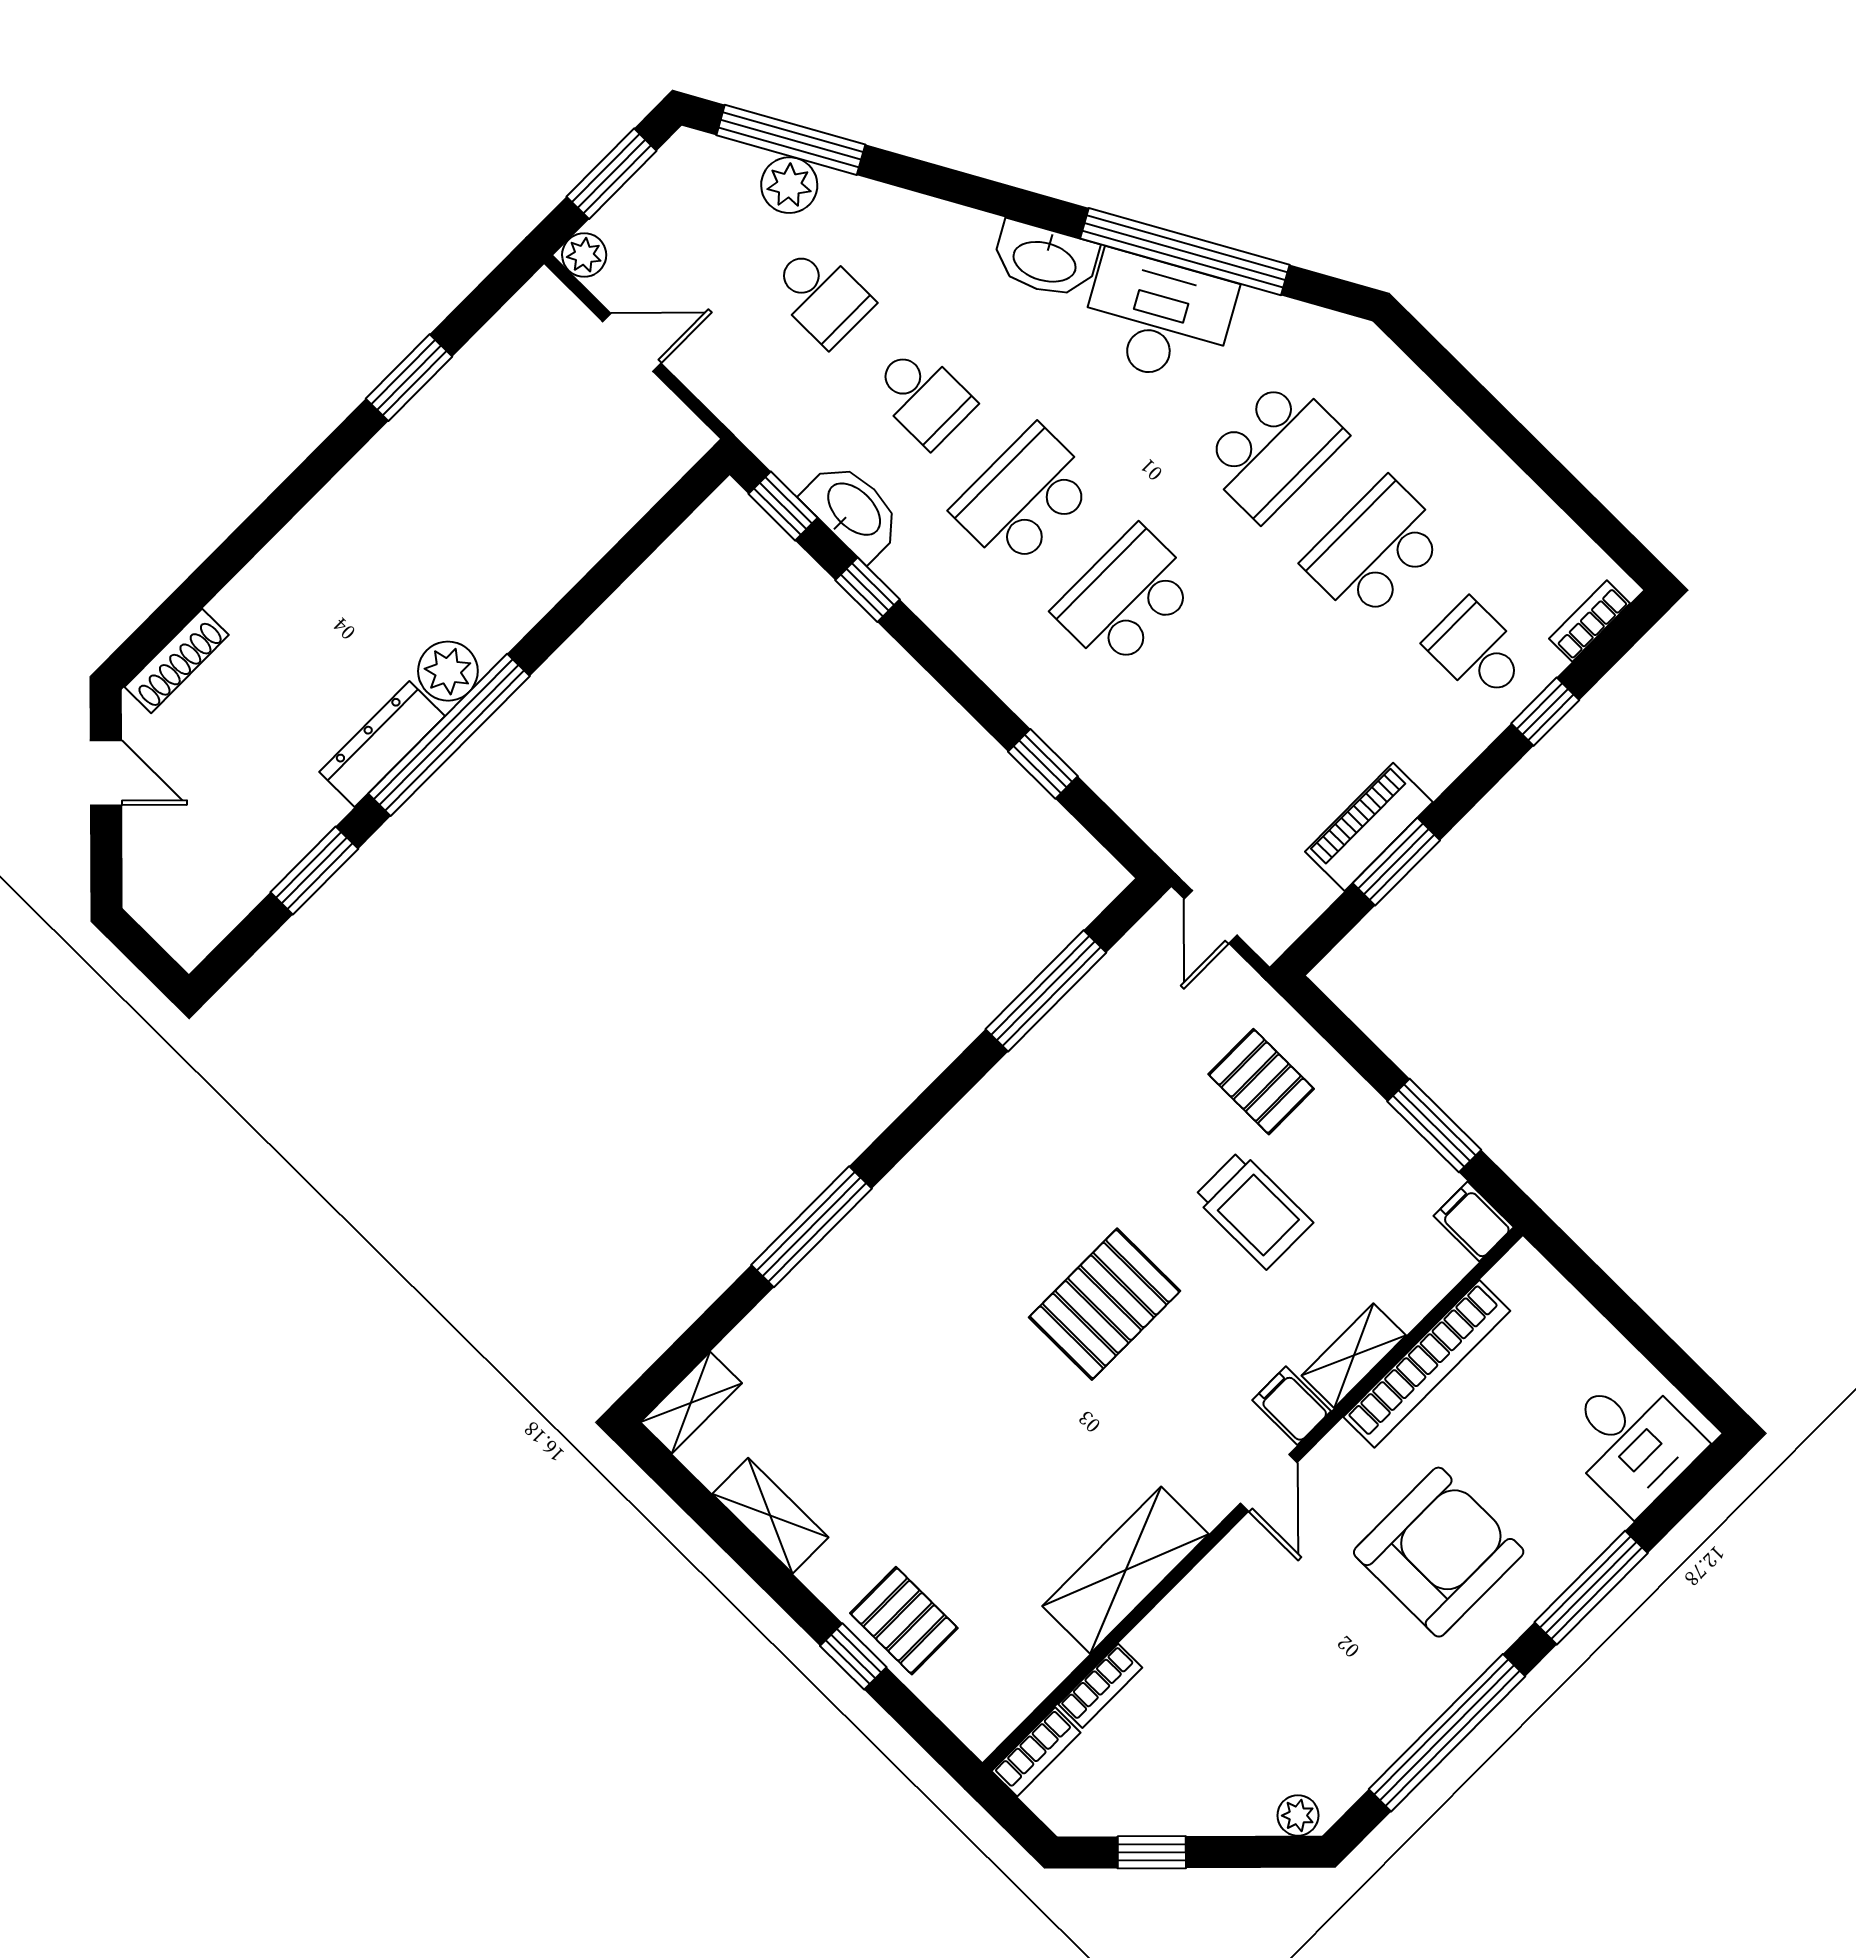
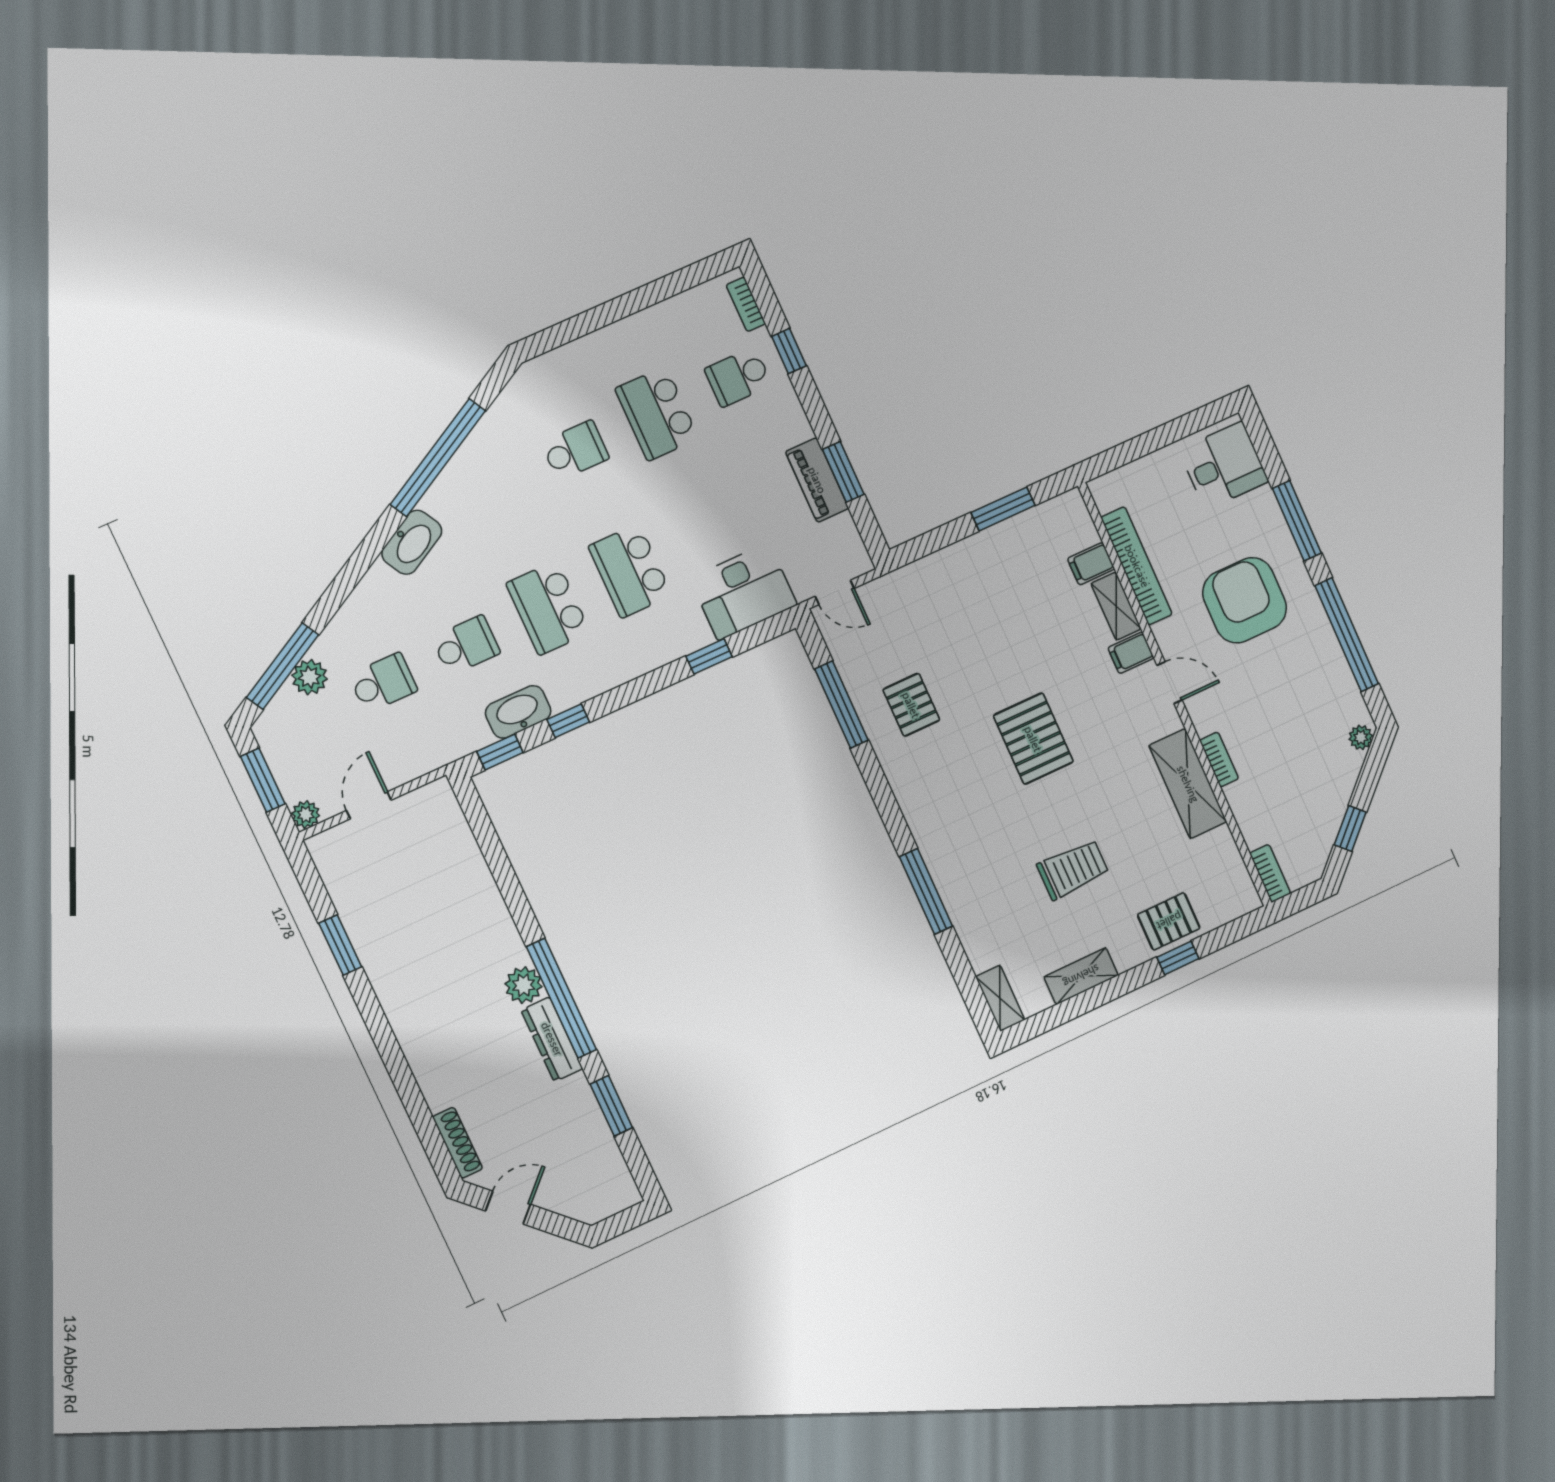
desk: (1158, 318) -> (744, 592), moved, turned -151
school desk: (1274, 449) -> (575, 450), width x0.54
pallet: (1261, 1082) -> (911, 705), moved, turned 90
trolley: (1253, 1210) -> (1073, 869), moved
filing cabinet: (1474, 1221) -> (1091, 564), moved
bookcase: (1100, 1686) -> (1219, 759), moved

